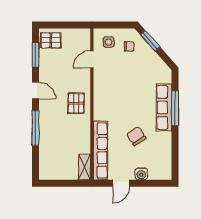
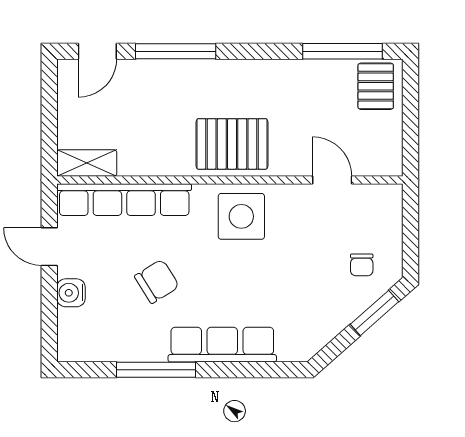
side table: (108, 42) -> (241, 216), moved, width x1.87, depth x1.87
window: (35, 55) -> (343, 51), width x1.44
door: (35, 91) -> (97, 51), moved
pallet: (76, 103) -> (232, 144), width x1.50, depth x1.42
window: (175, 108) -> (156, 370), moved

